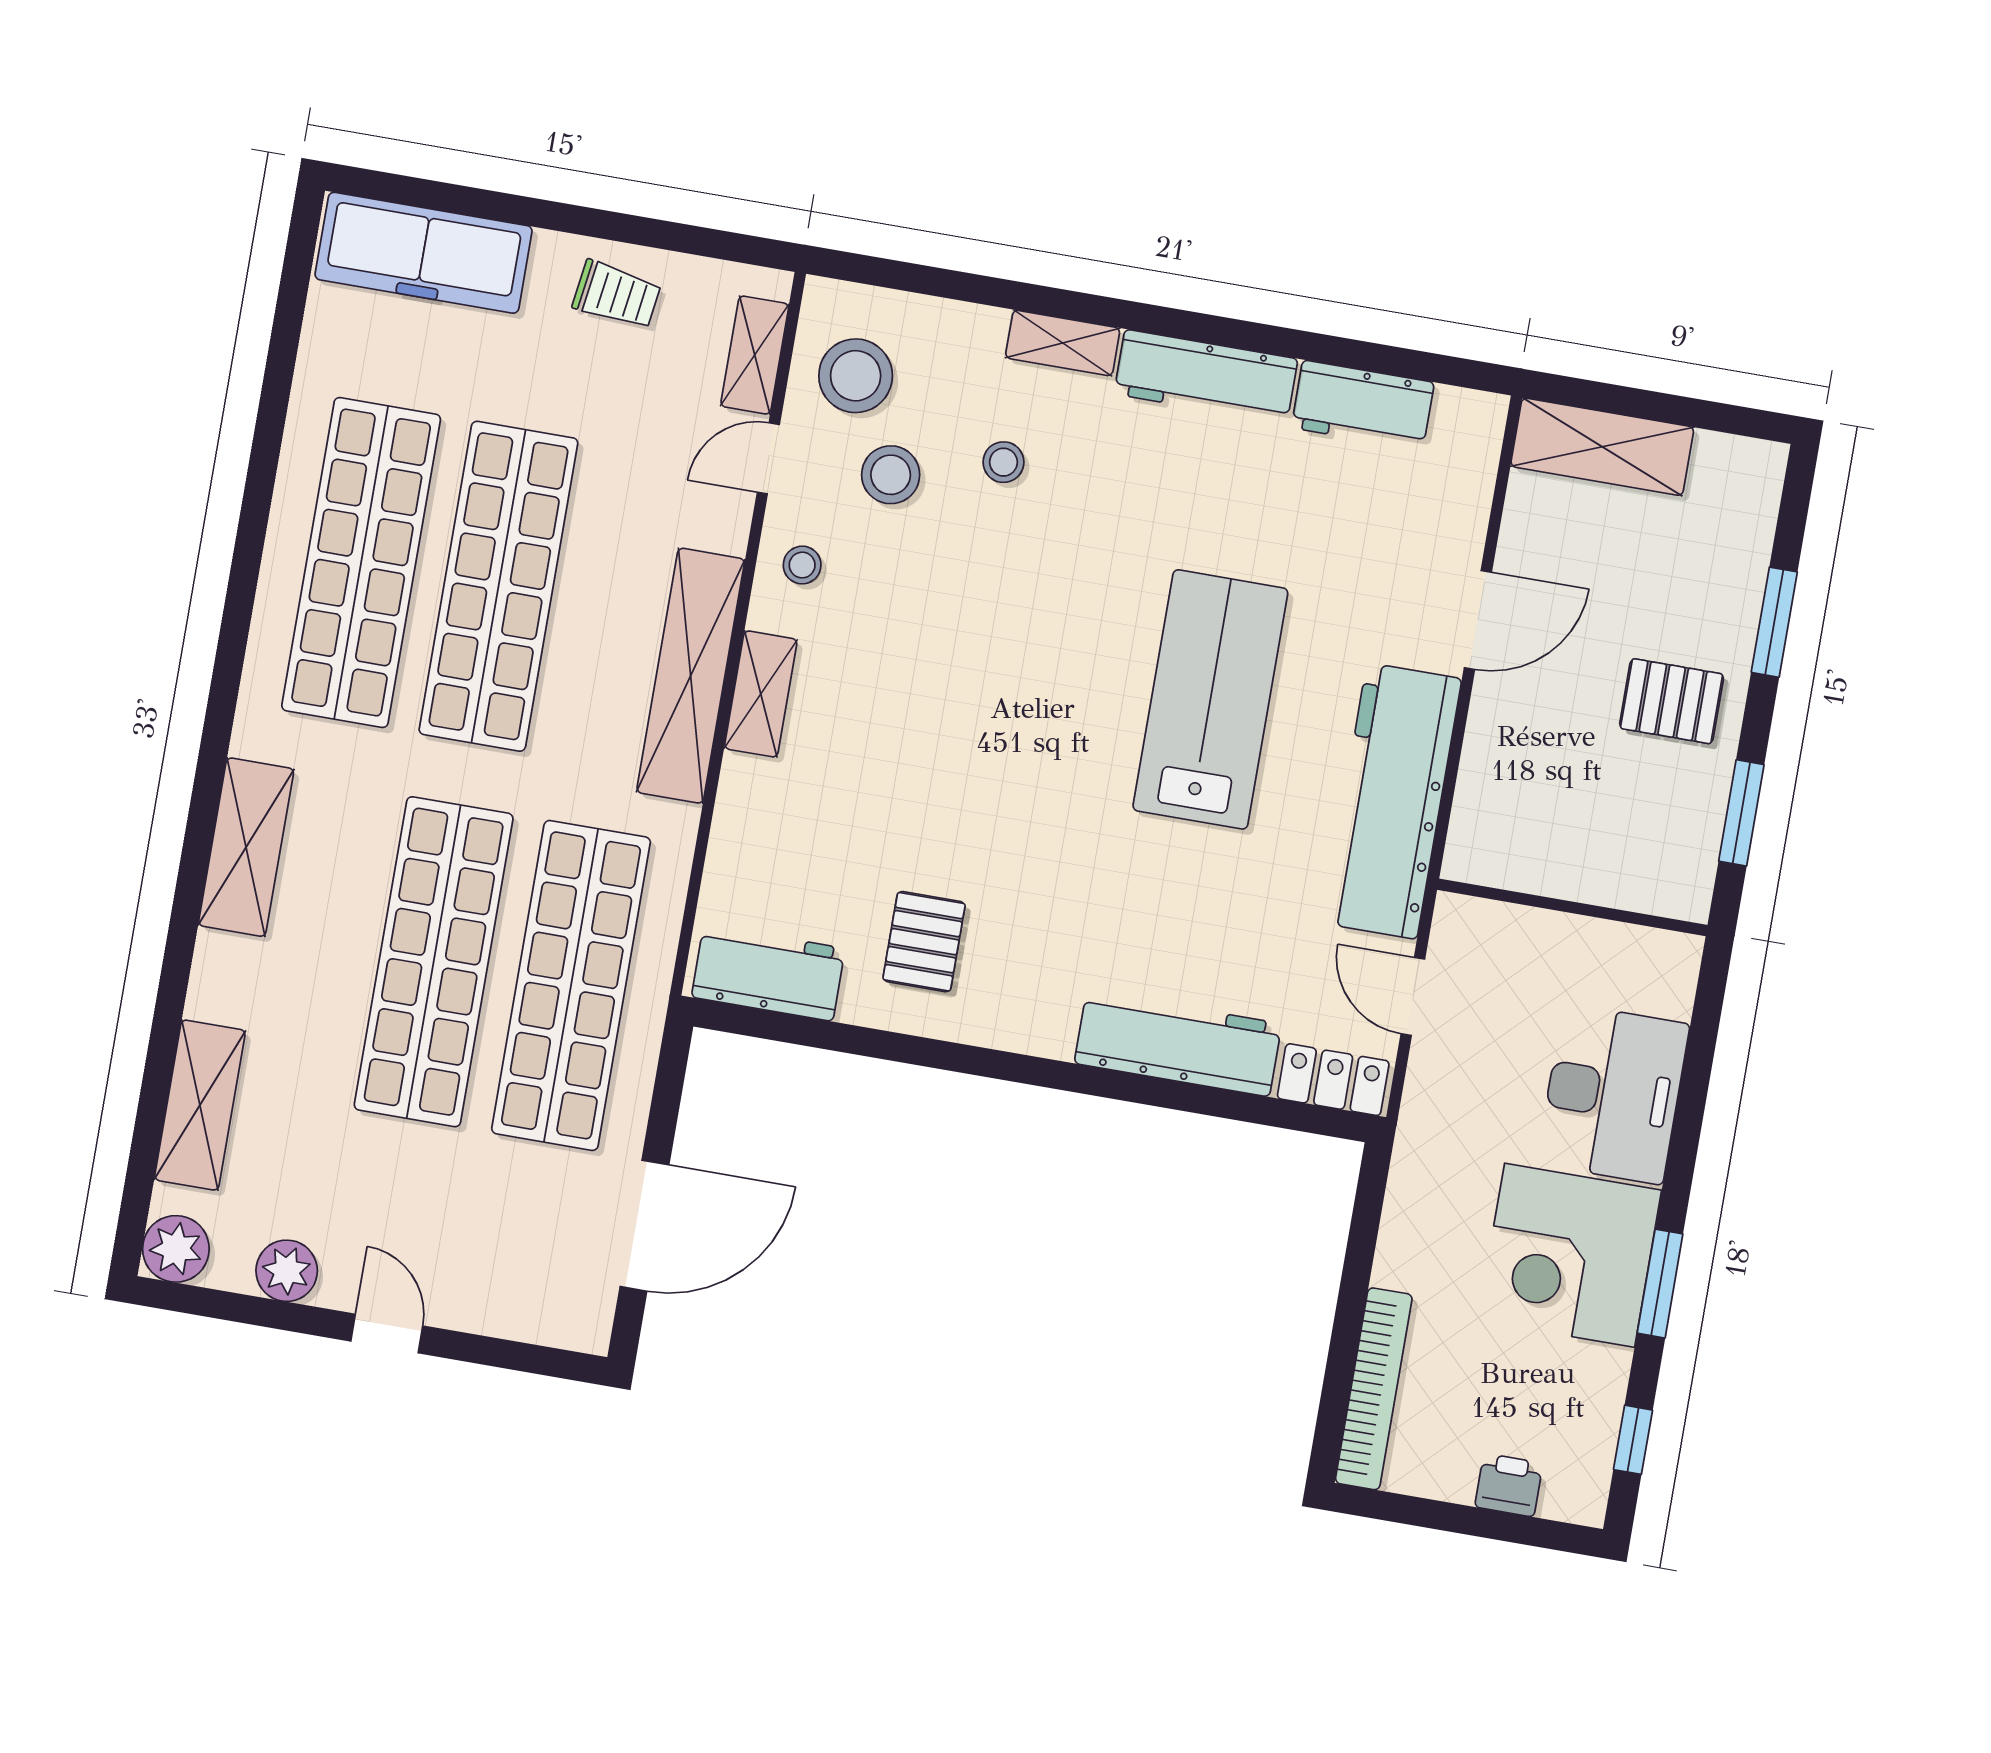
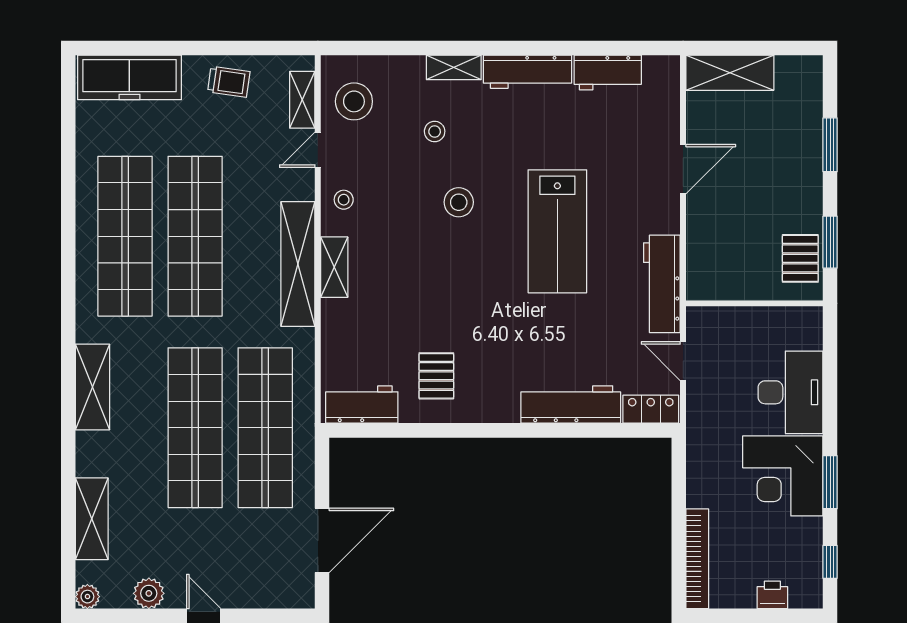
stool: (891, 475) -> (459, 202), moved
lab bench: (1210, 699) -> (557, 231), turned 180
pallet: (1672, 701) -> (800, 258), moved, turned 90
workbench: (1392, 801) -> (662, 284), width x0.73, depth x0.76
plant: (176, 1249) -> (87, 597), width x0.73, depth x0.73

